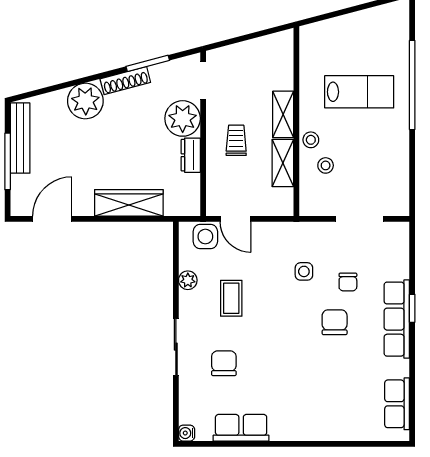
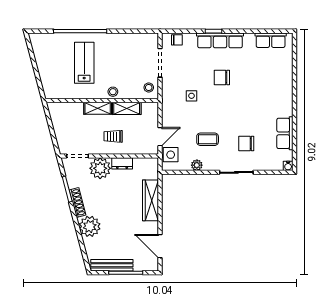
stool: (326, 165) -> (149, 88), moved
chair: (348, 282) -> (177, 40), moved

